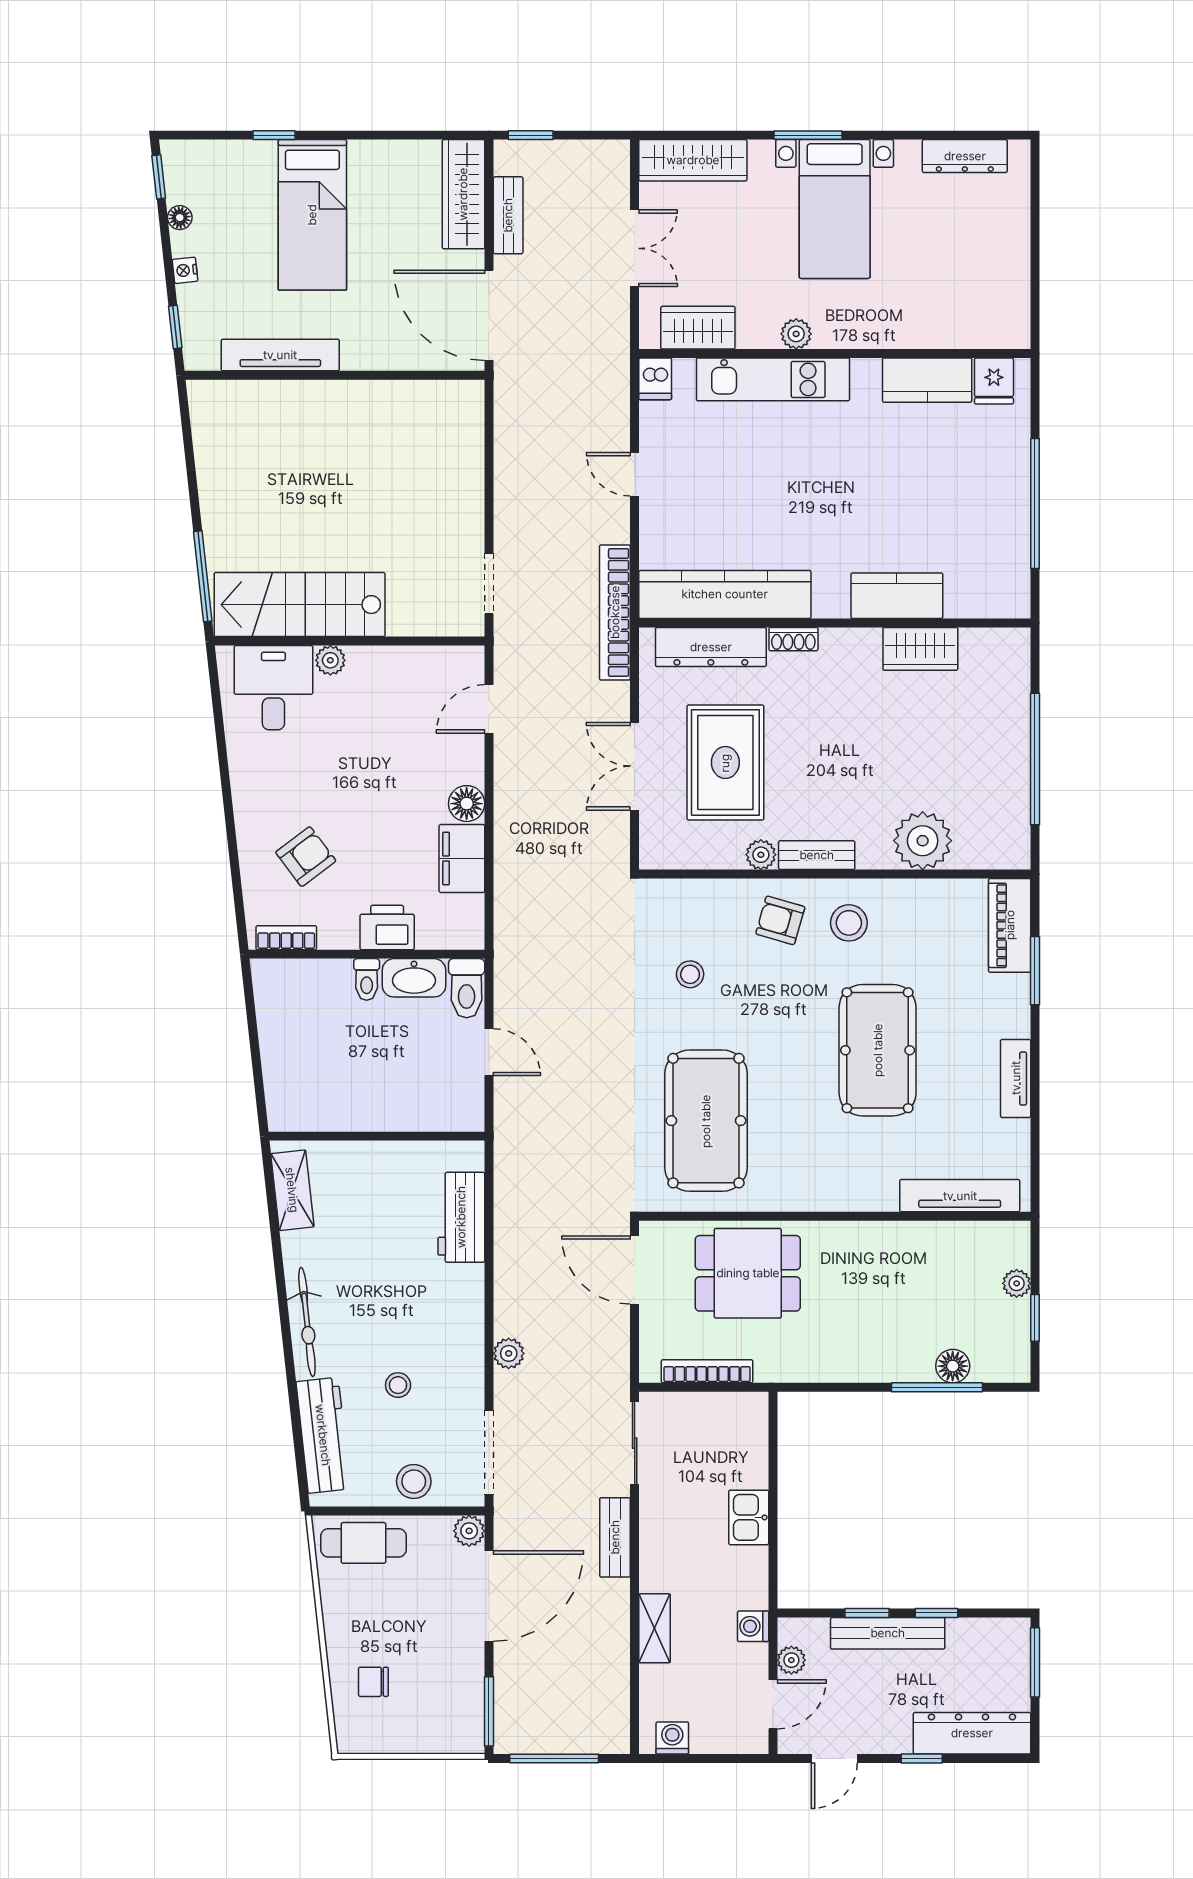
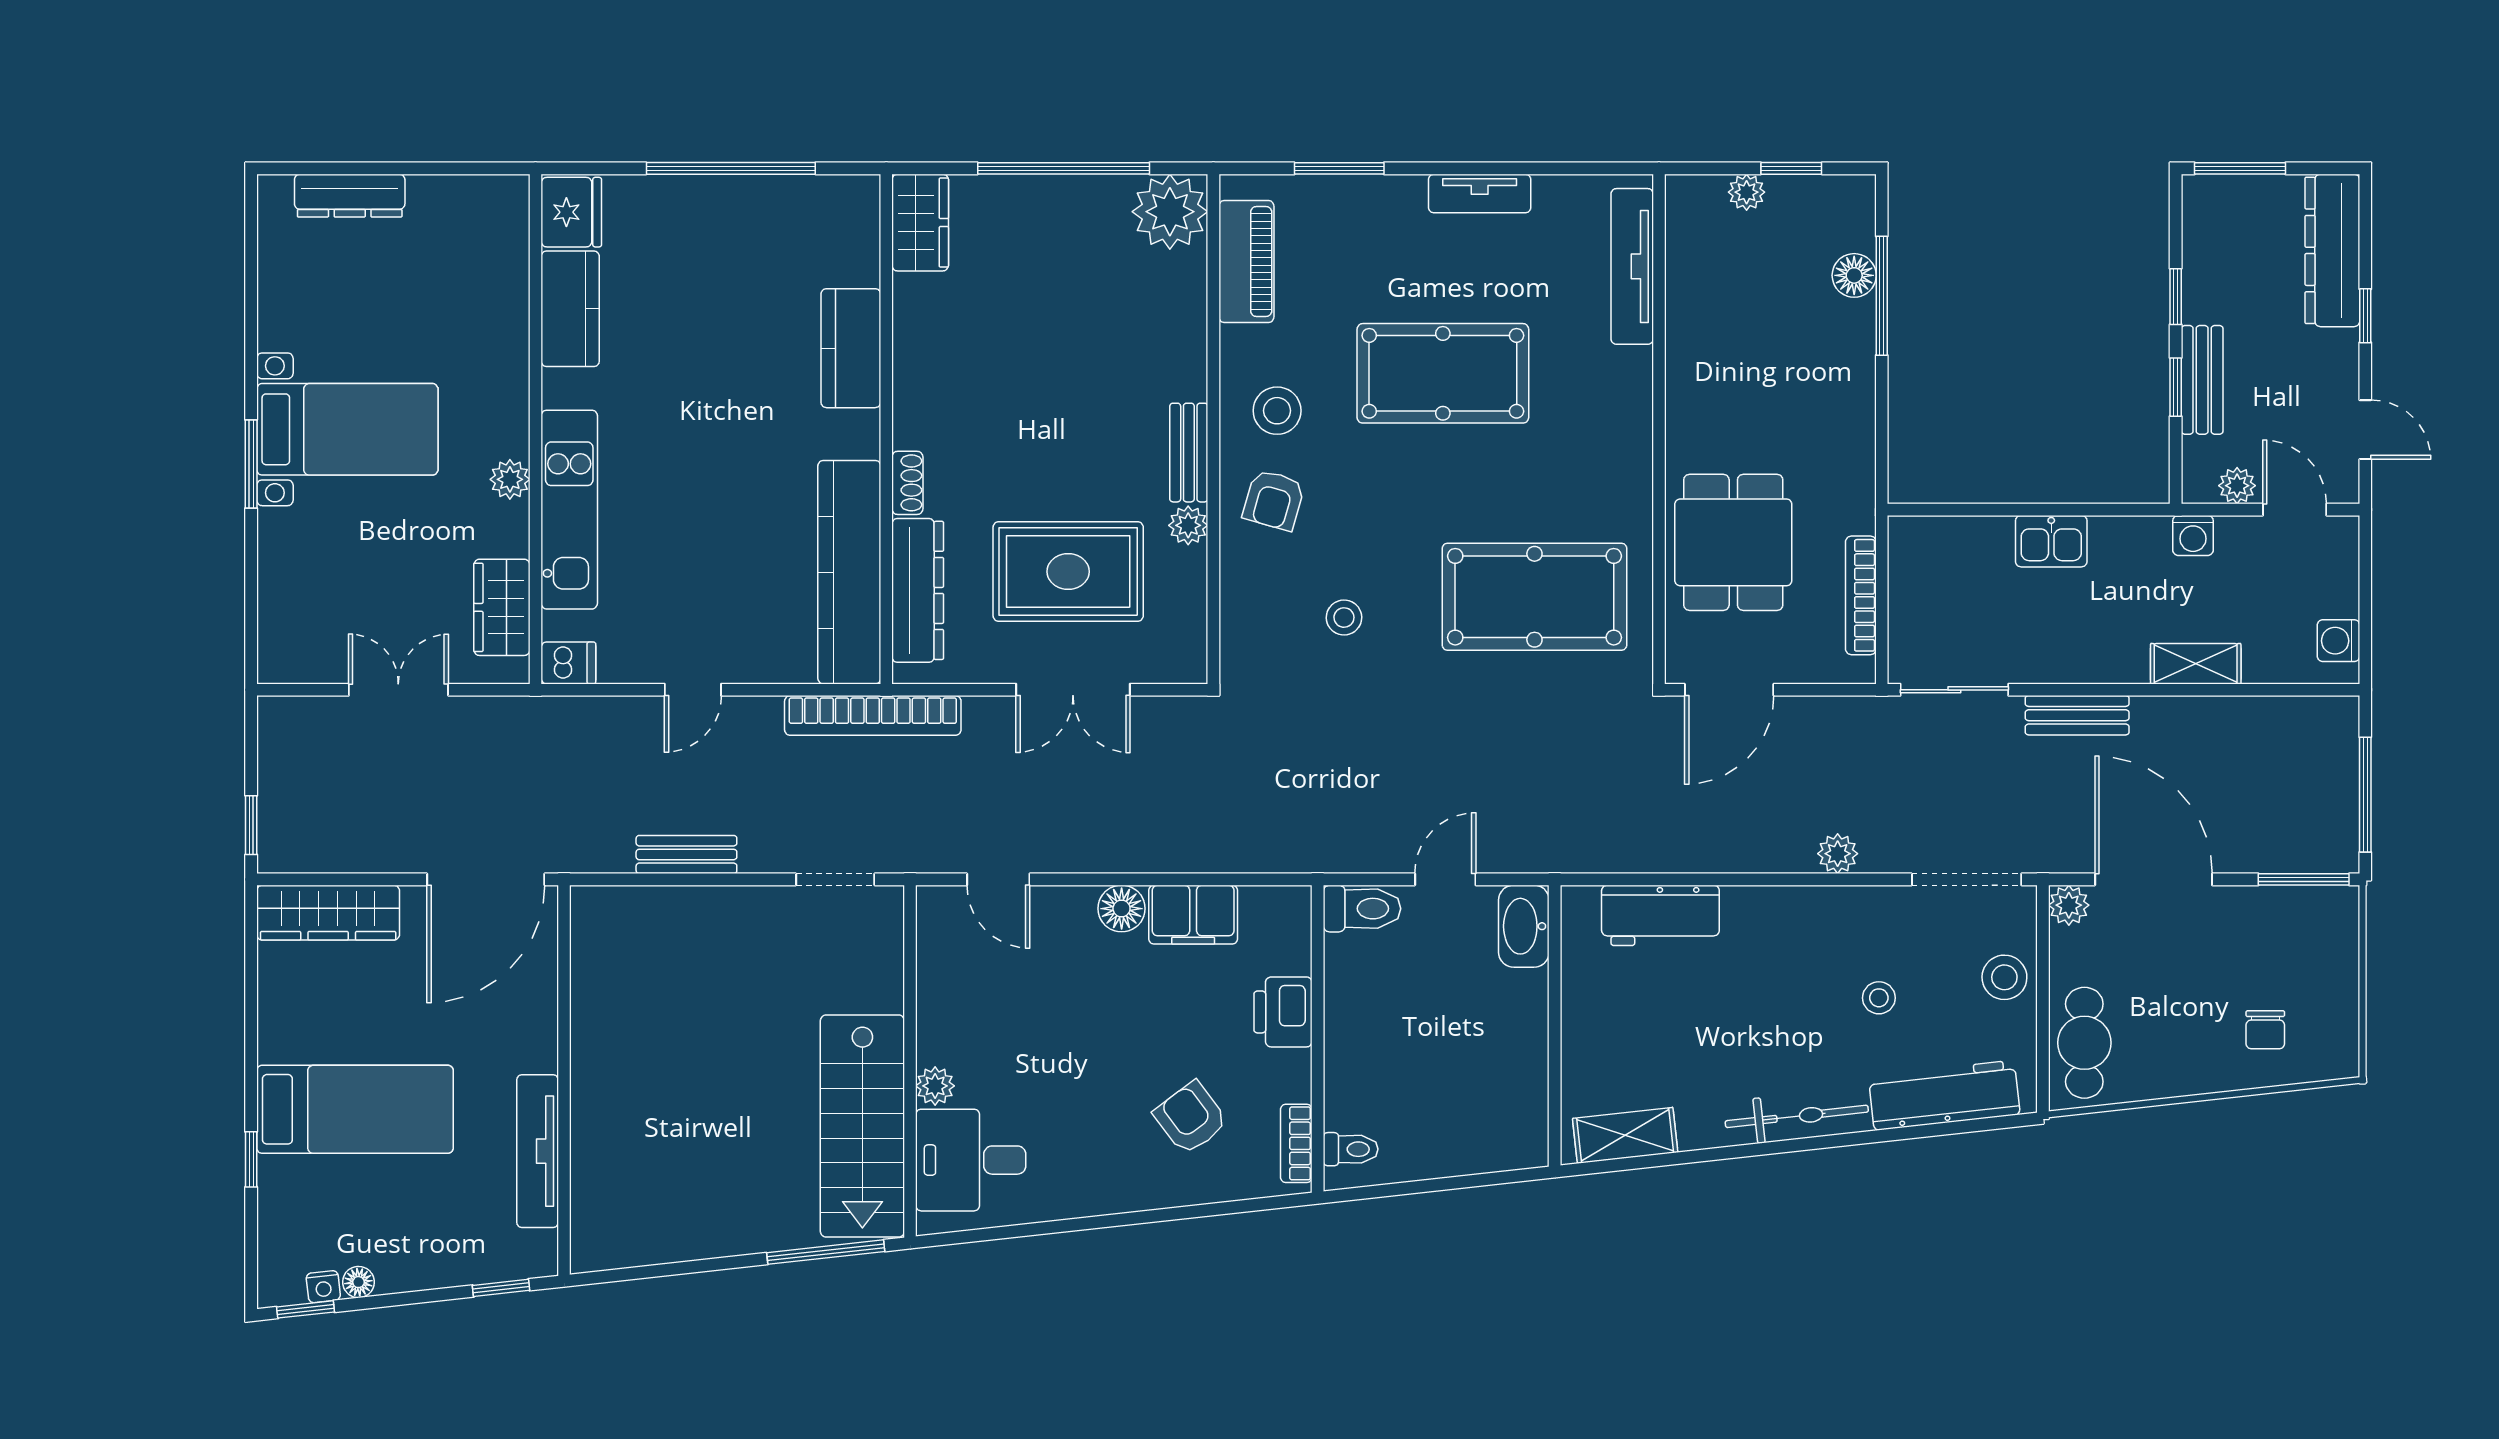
dresser: (965, 156) -> (350, 196), moved, turned 90
wardrobe: (693, 160) -> (284, 614), removed
bench: (508, 215) -> (686, 854), moved
nightstand: (185, 270) -> (323, 1287), moved
fridge: (994, 381) -> (571, 212), width x1.38
wardrobe: (920, 649) -> (920, 223), moved
plant: (923, 841) -> (1170, 212), moved
piano: (1010, 925) -> (1246, 262), moved, turned -90
washbasin: (414, 978) -> (1524, 926), moved, turned 180
toilet: (367, 979) -> (1351, 1149), moved
bench: (888, 1633) -> (2202, 380), width x0.73

